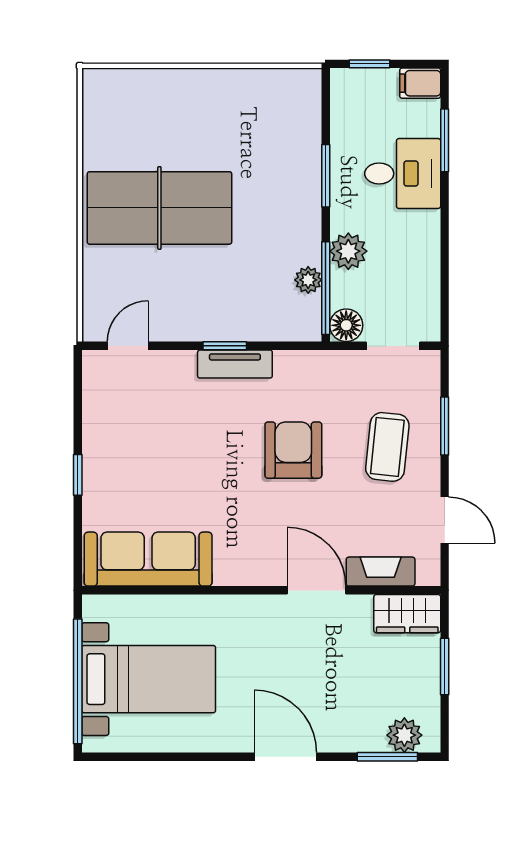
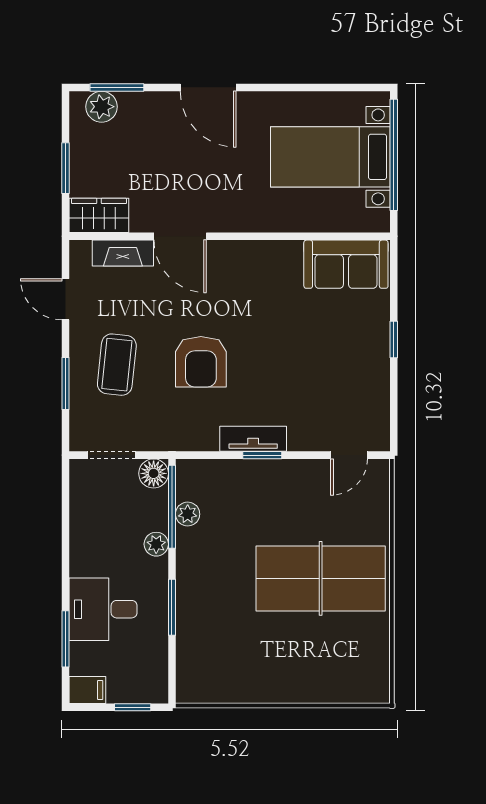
plant: (348, 251) -> (156, 544), width x0.73, depth x0.73
sofa: (148, 559) -> (346, 264), width x0.73

